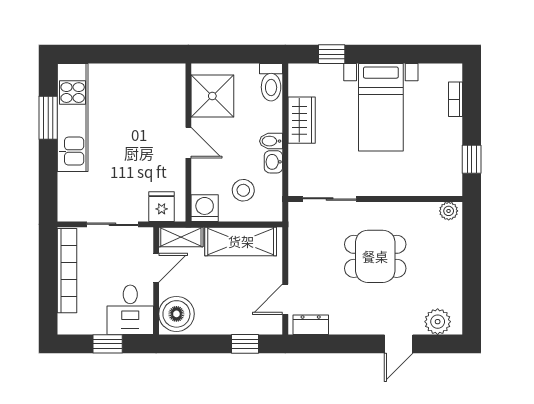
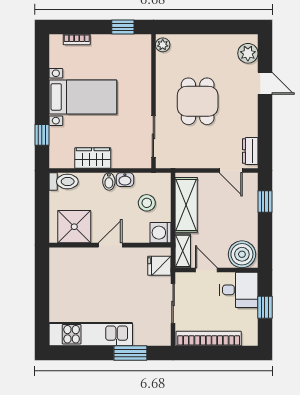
window: (48, 118) -> (130, 353), moved

